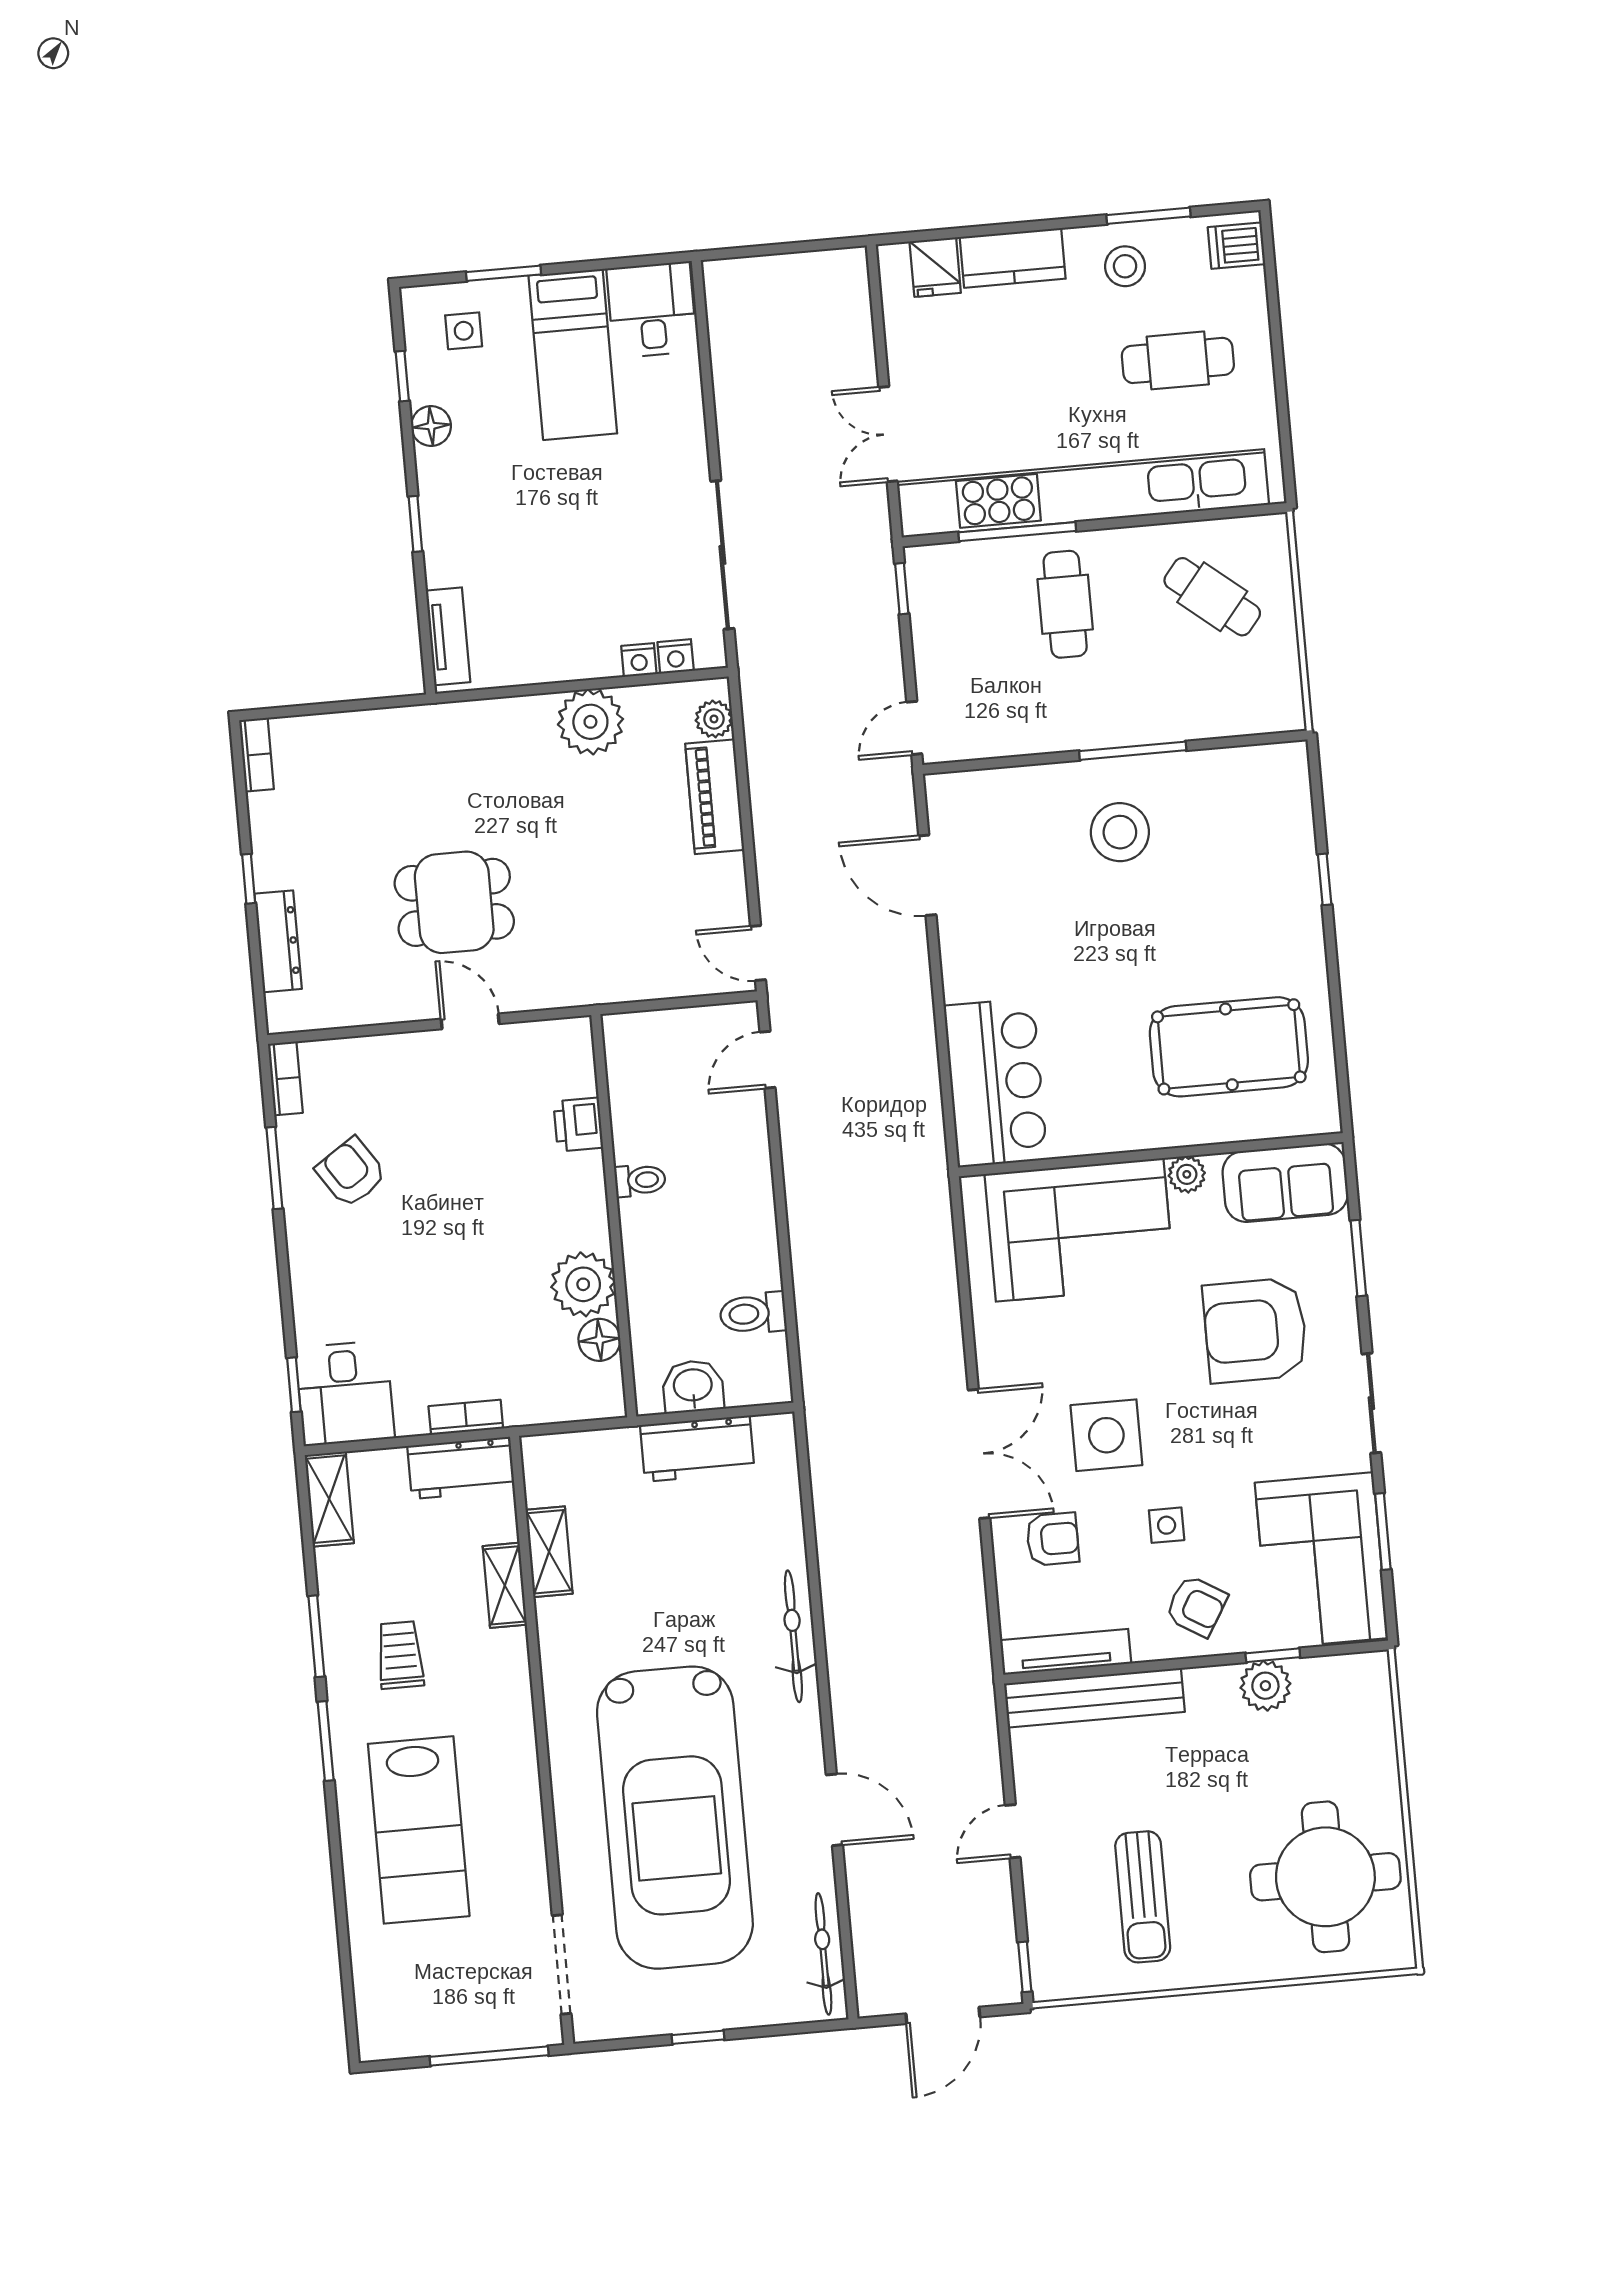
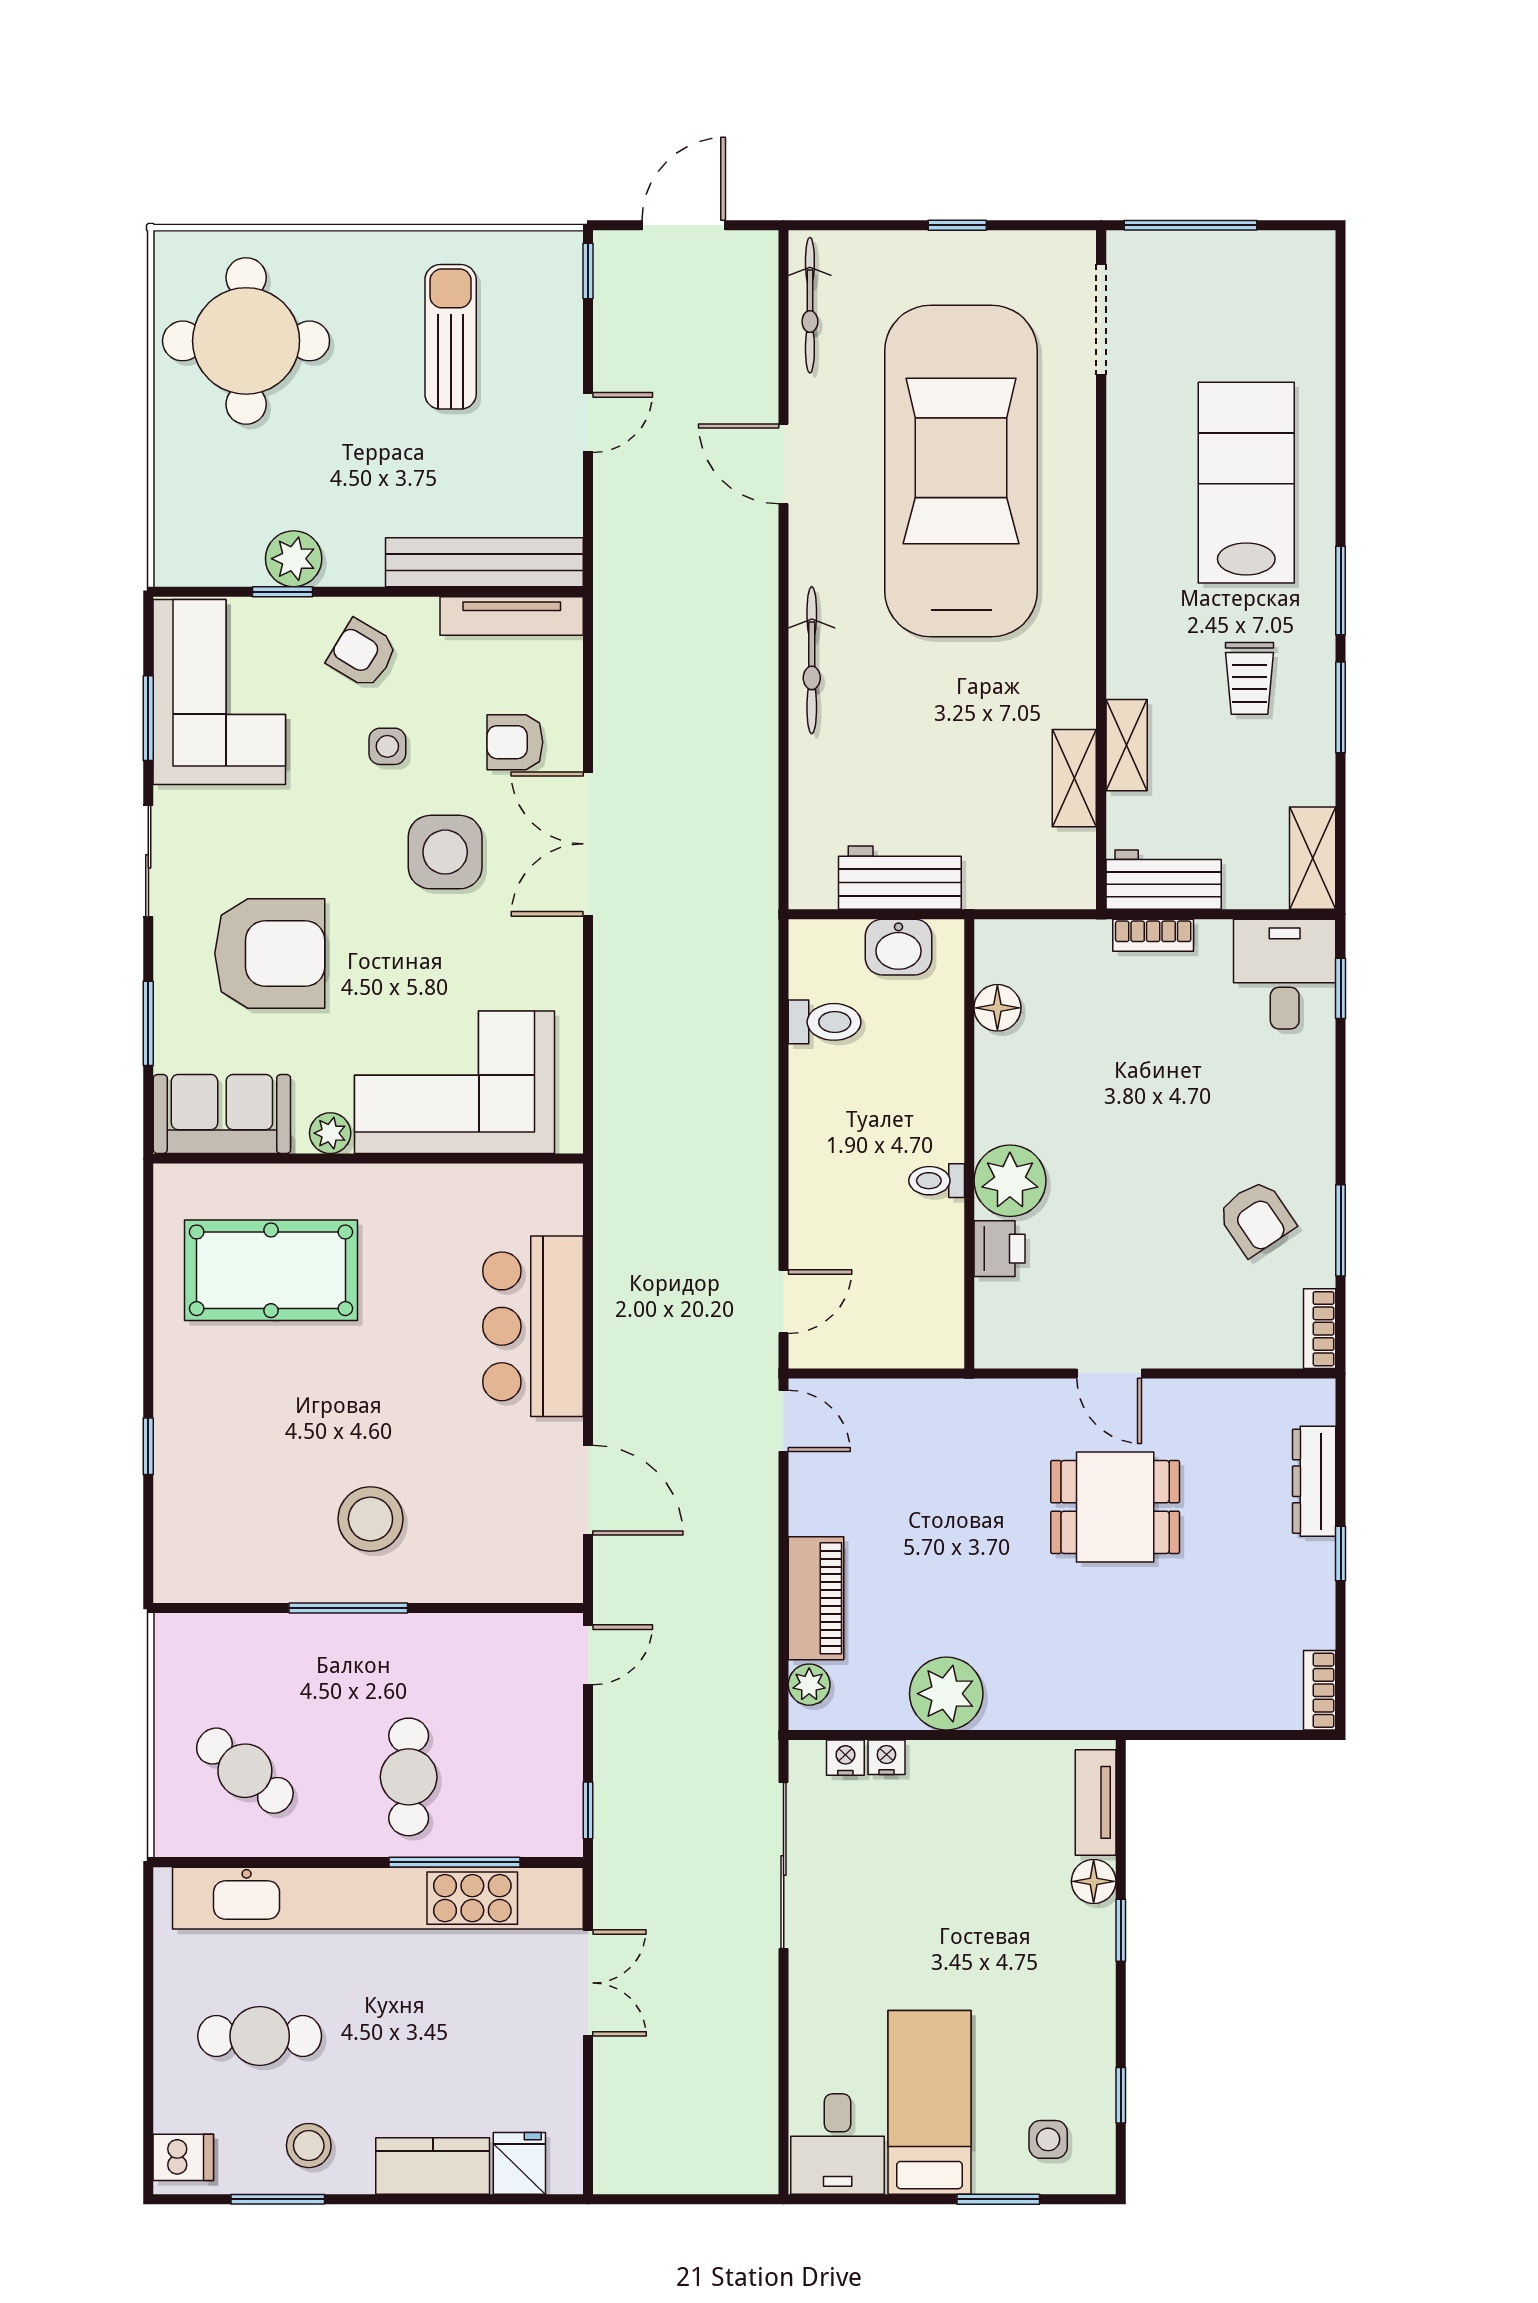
floor lamp: (431, 426) -> (1094, 1881), moved
bar counter: (996, 1083) -> (533, 1326), moved
plant: (583, 1284) -> (1010, 1181), moved

